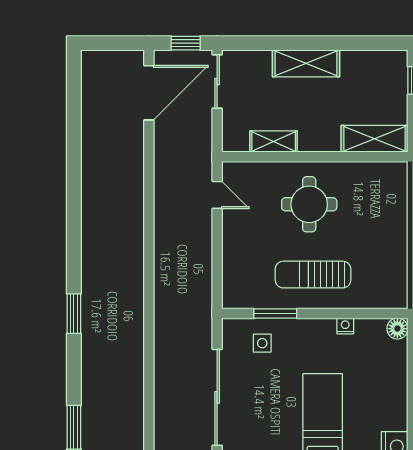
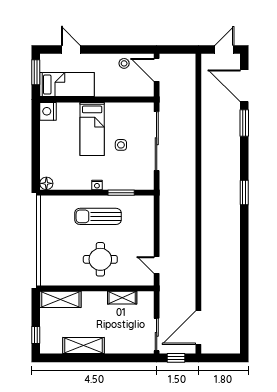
shelving: (306, 63) -> (84, 345), moved
sun lounger: (313, 275) -> (98, 216), turned 180
nightstand: (345, 326) -> (97, 185), moved
side table: (262, 343) -> (121, 145), moved

